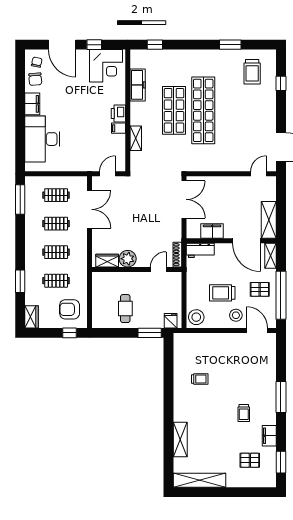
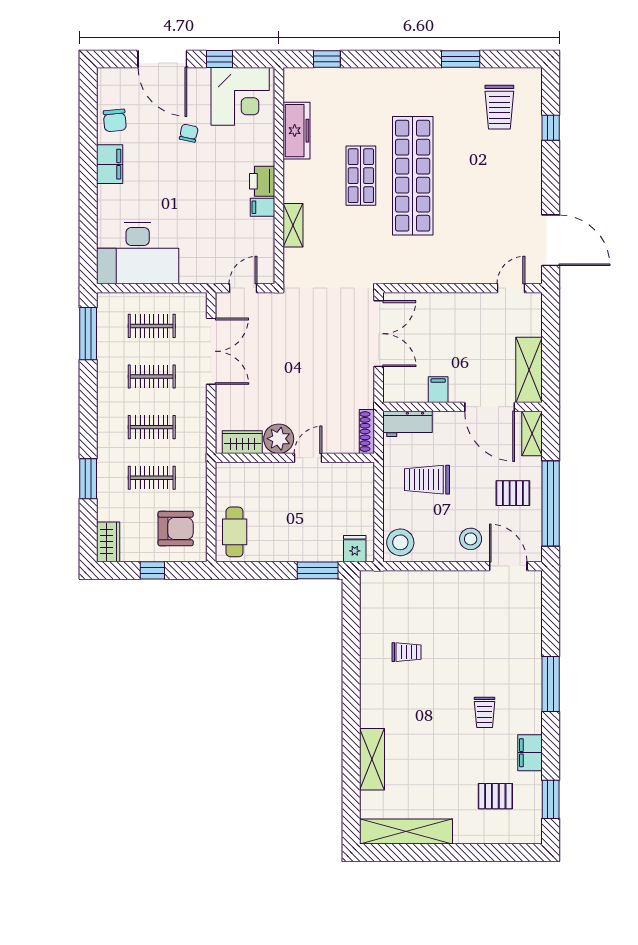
chair: (37, 62) -> (189, 133), moved
shop shelf: (174, 110) -> (361, 176), width x0.70, depth x0.74
desk: (42, 139) -> (138, 253), moved, turned -90
filing cabinet: (212, 231) -> (438, 390), width x0.50
door: (158, 270) -> (308, 458), moved
trolley: (222, 293) -> (427, 480), moved
armchair: (70, 309) -> (176, 529), turned 180
cafe table: (125, 309) -> (235, 532), moved
window: (69, 333) -> (152, 570), moved

